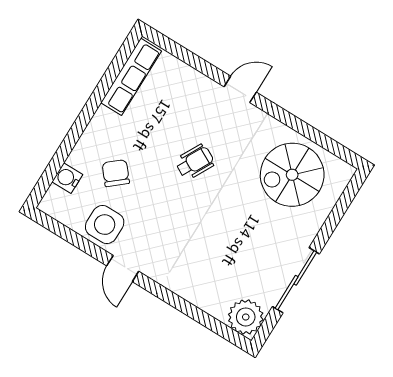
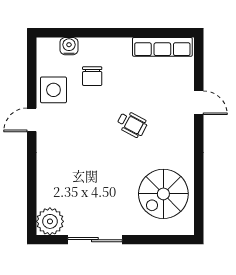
door: (240, 89) -> (199, 103), moved
chair: (116, 173) -> (92, 76), turned 130
spiral stairs: (292, 175) -> (163, 194), turned -90

